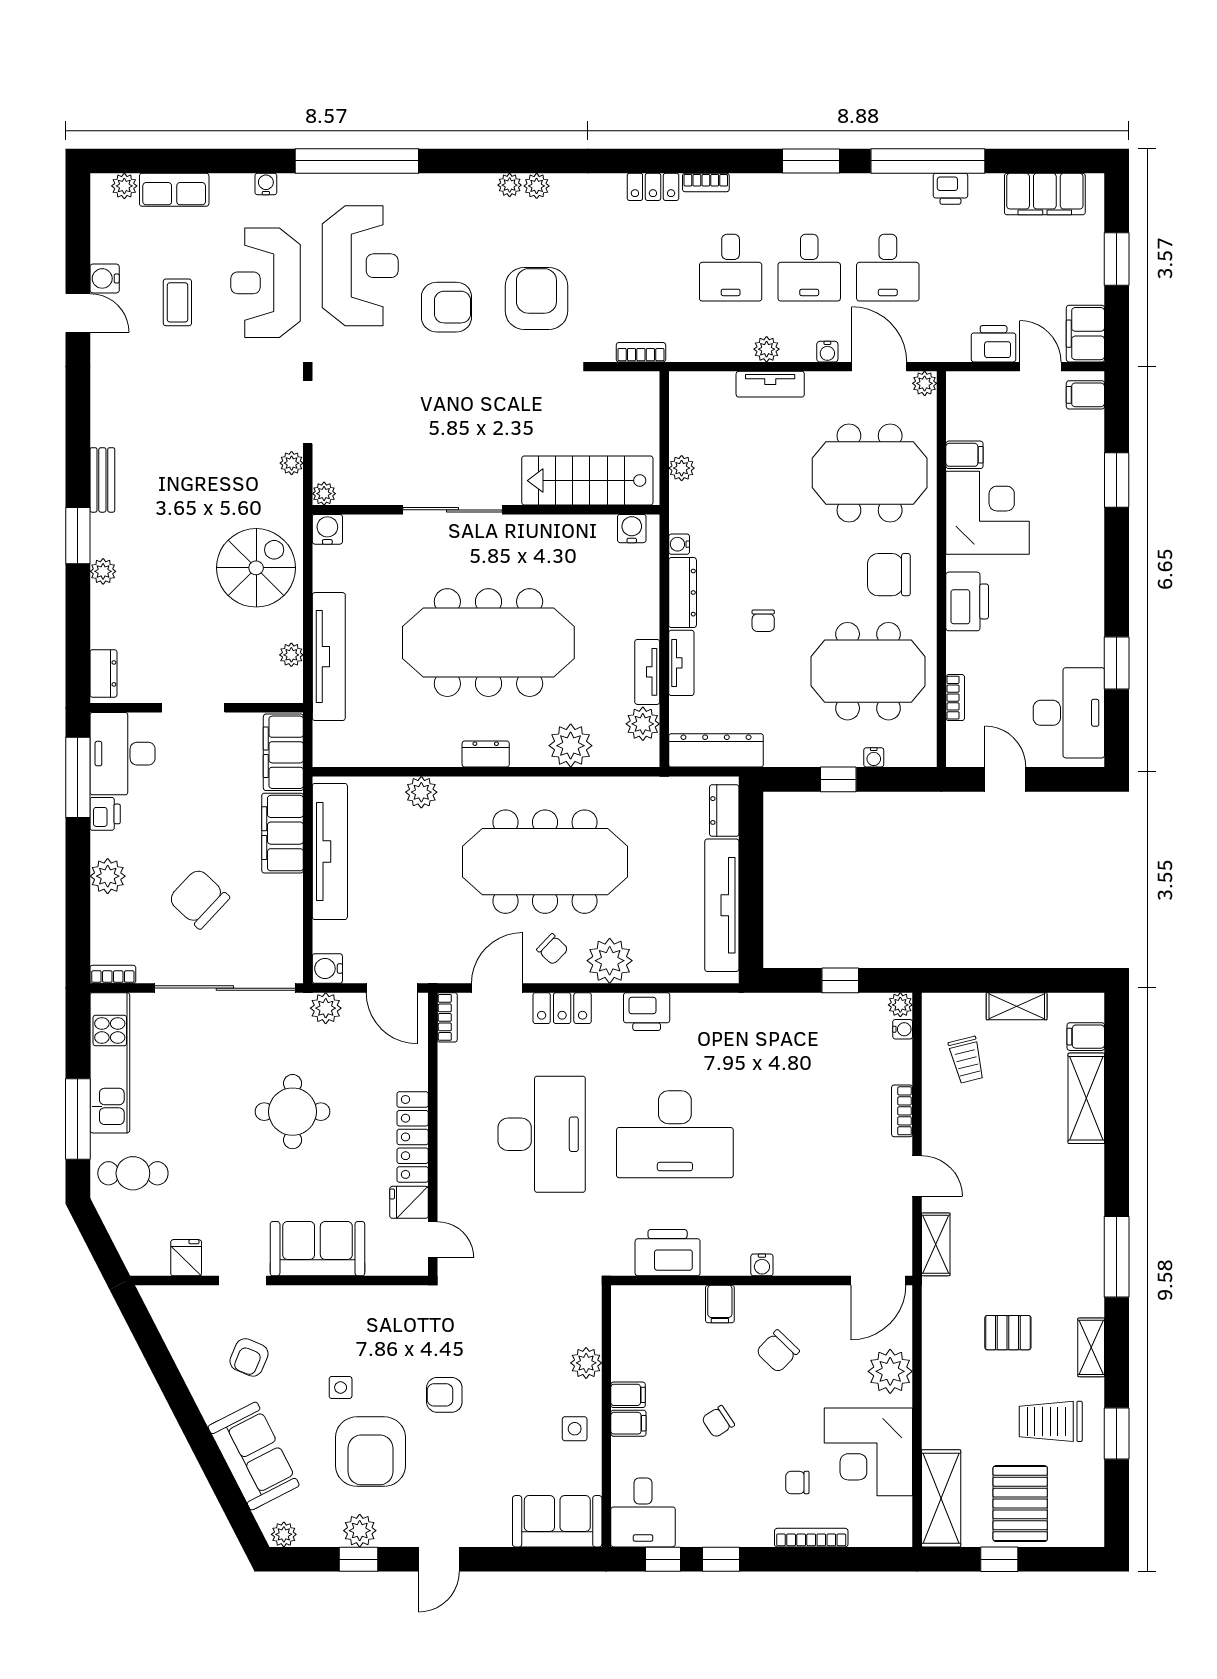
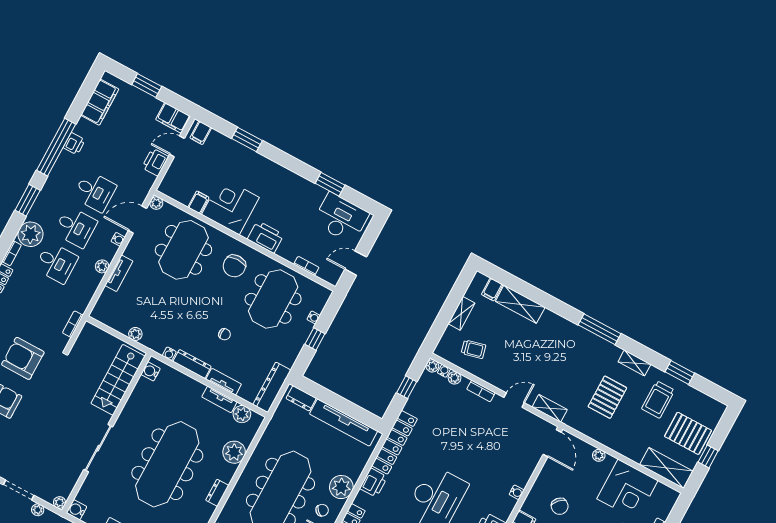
plant: (756, 197) -> (30, 234), added
locker: (735, 1010) -> (394, 442), added
plant: (900, 1054) -> (455, 378), added
pallet: (1008, 1333) -> (607, 397), width x1.50, depth x1.42
plant: (890, 1371) -> (599, 455), width x0.53, depth x0.53

